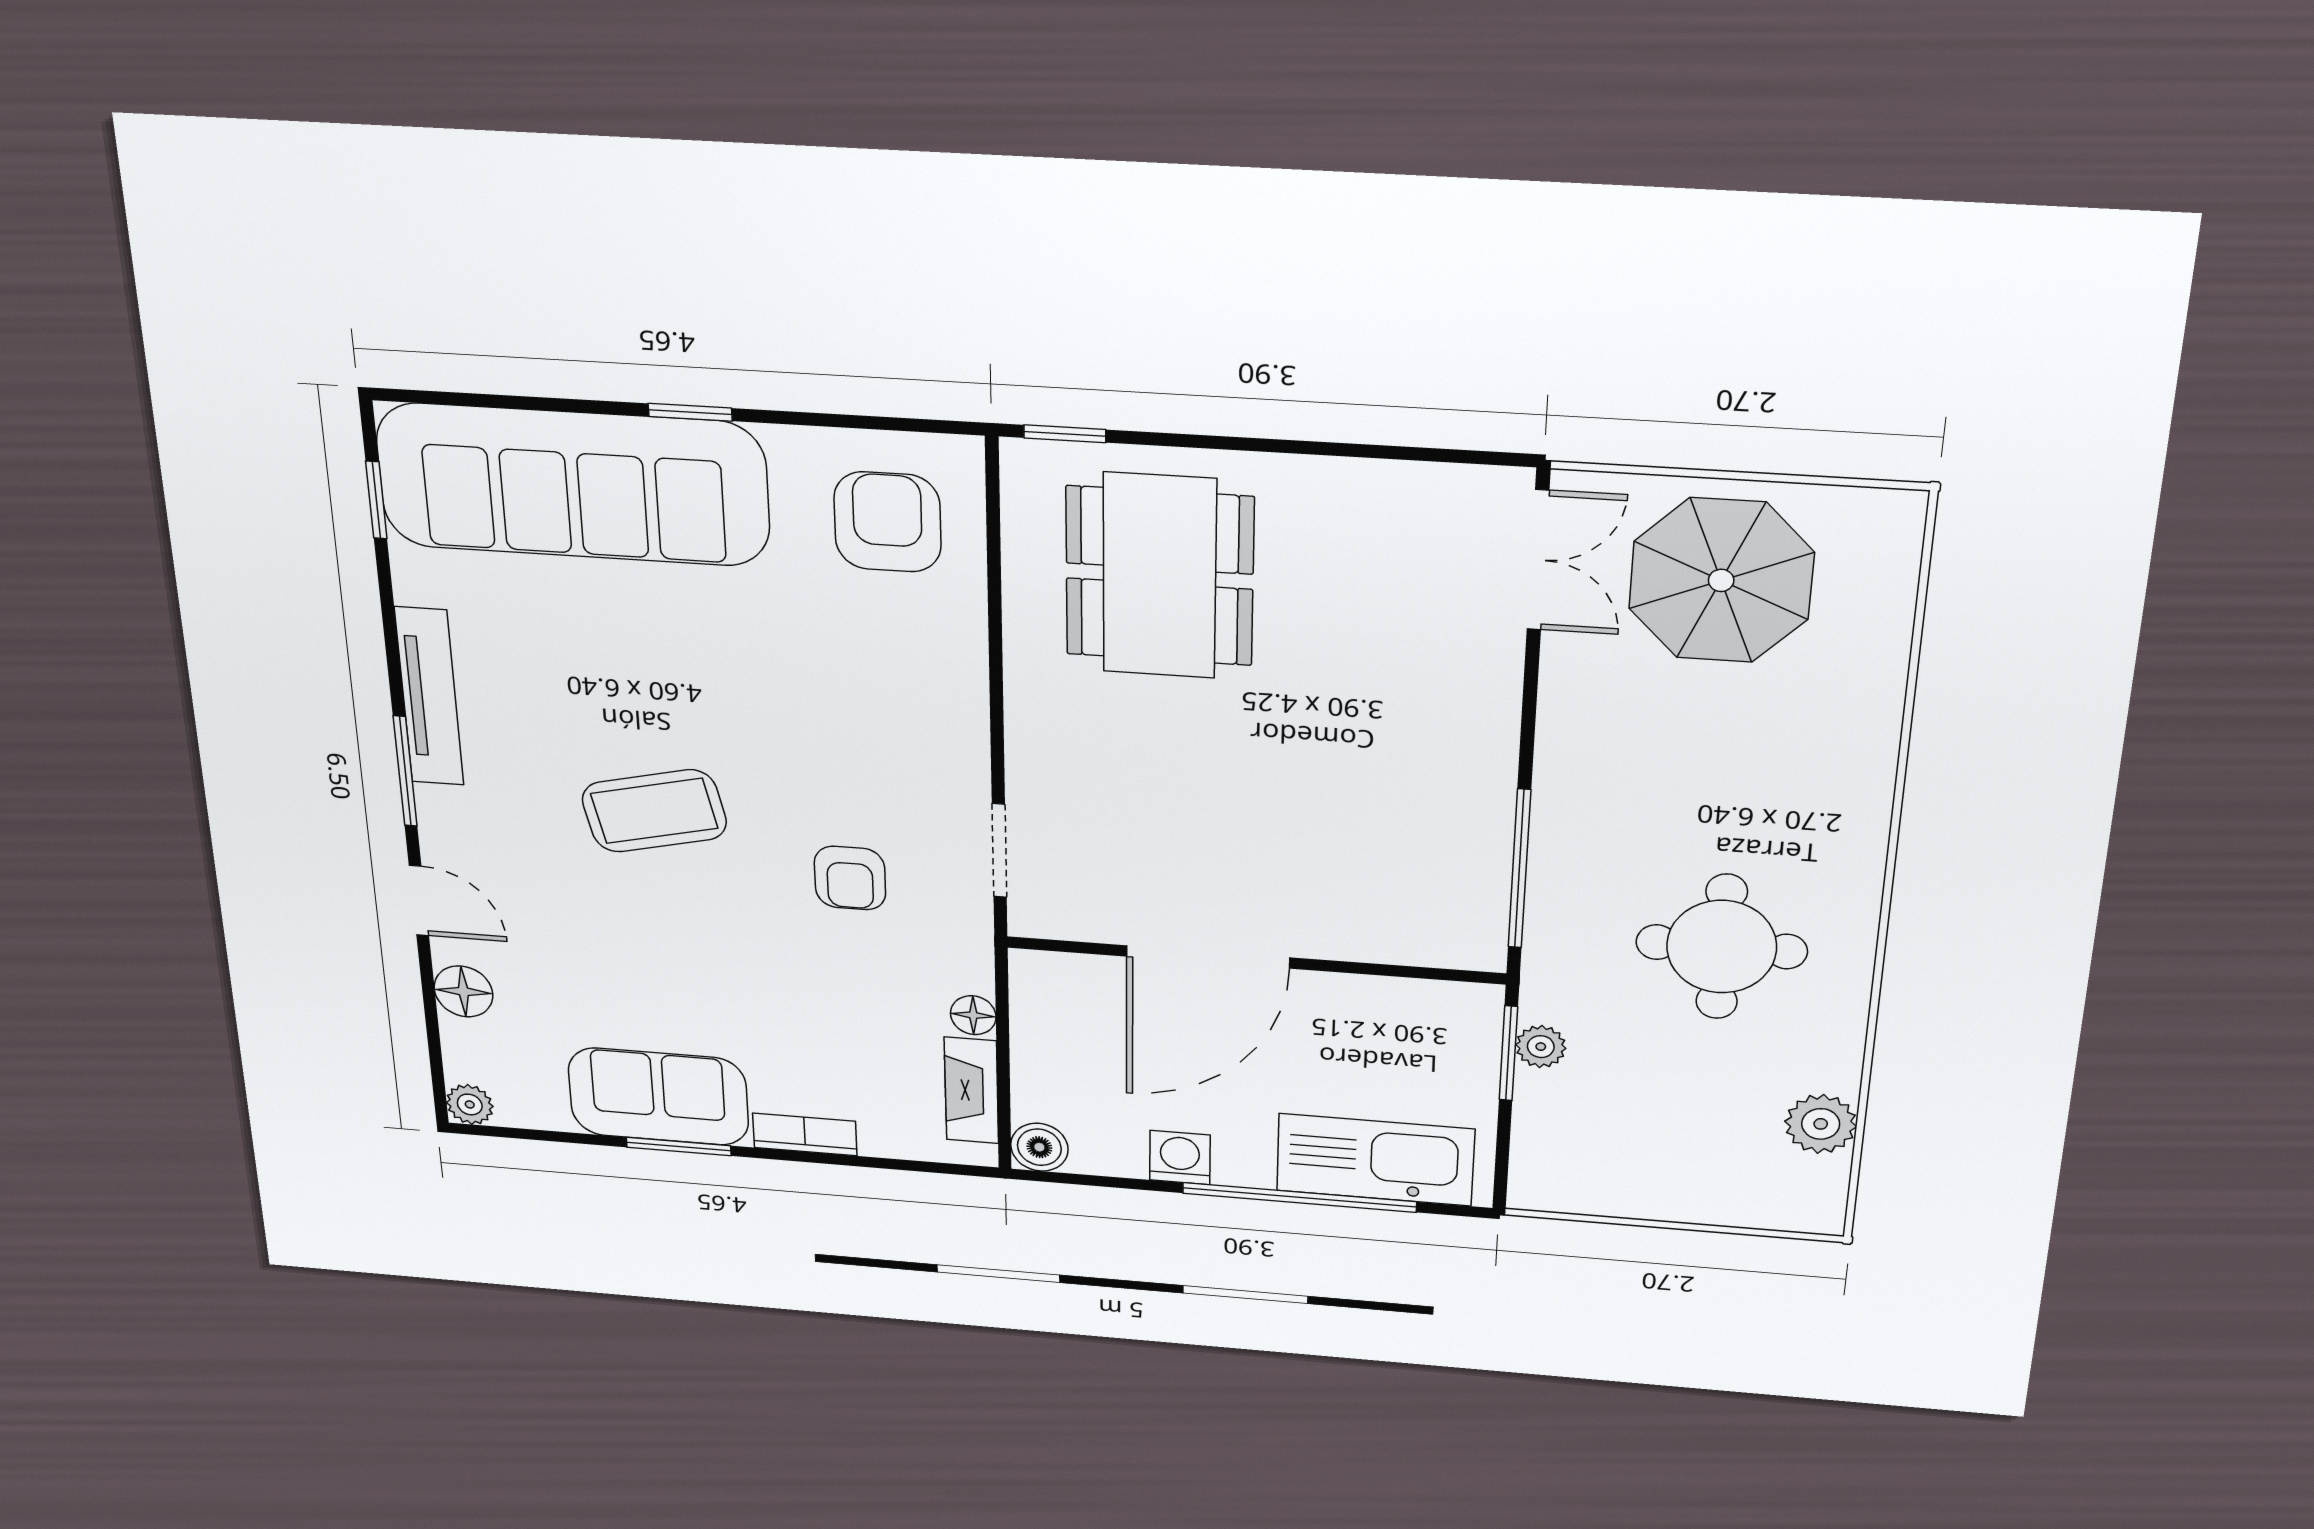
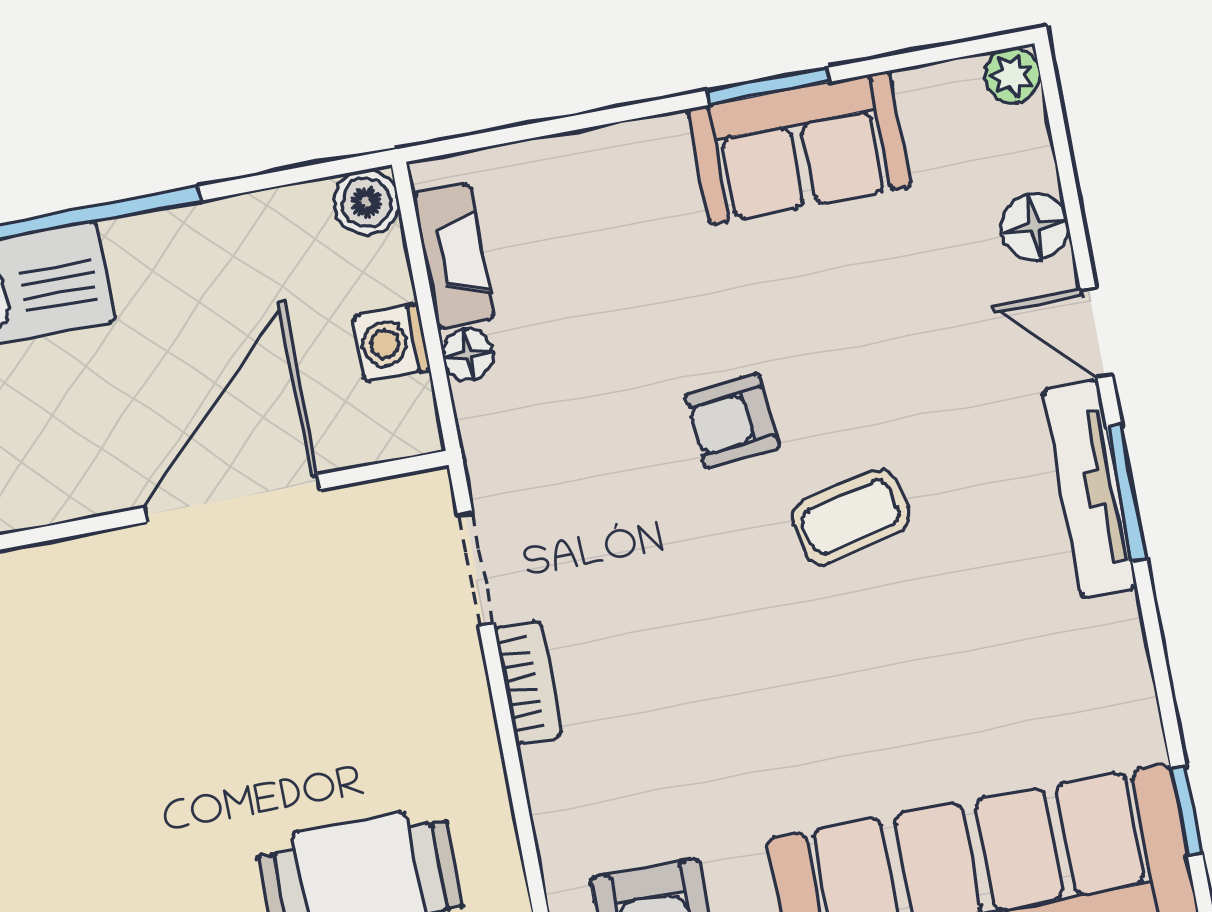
tv unit: (429, 697) -> (1089, 489), moved
coffee table: (654, 811) -> (850, 517), width x0.73, depth x0.77
armchair: (850, 878) -> (732, 421), moved, turned -95
bookcase: (805, 1134) -> (528, 682), moved, turned -90
washing machine: (1180, 1158) -> (391, 343), moved, turned 90

